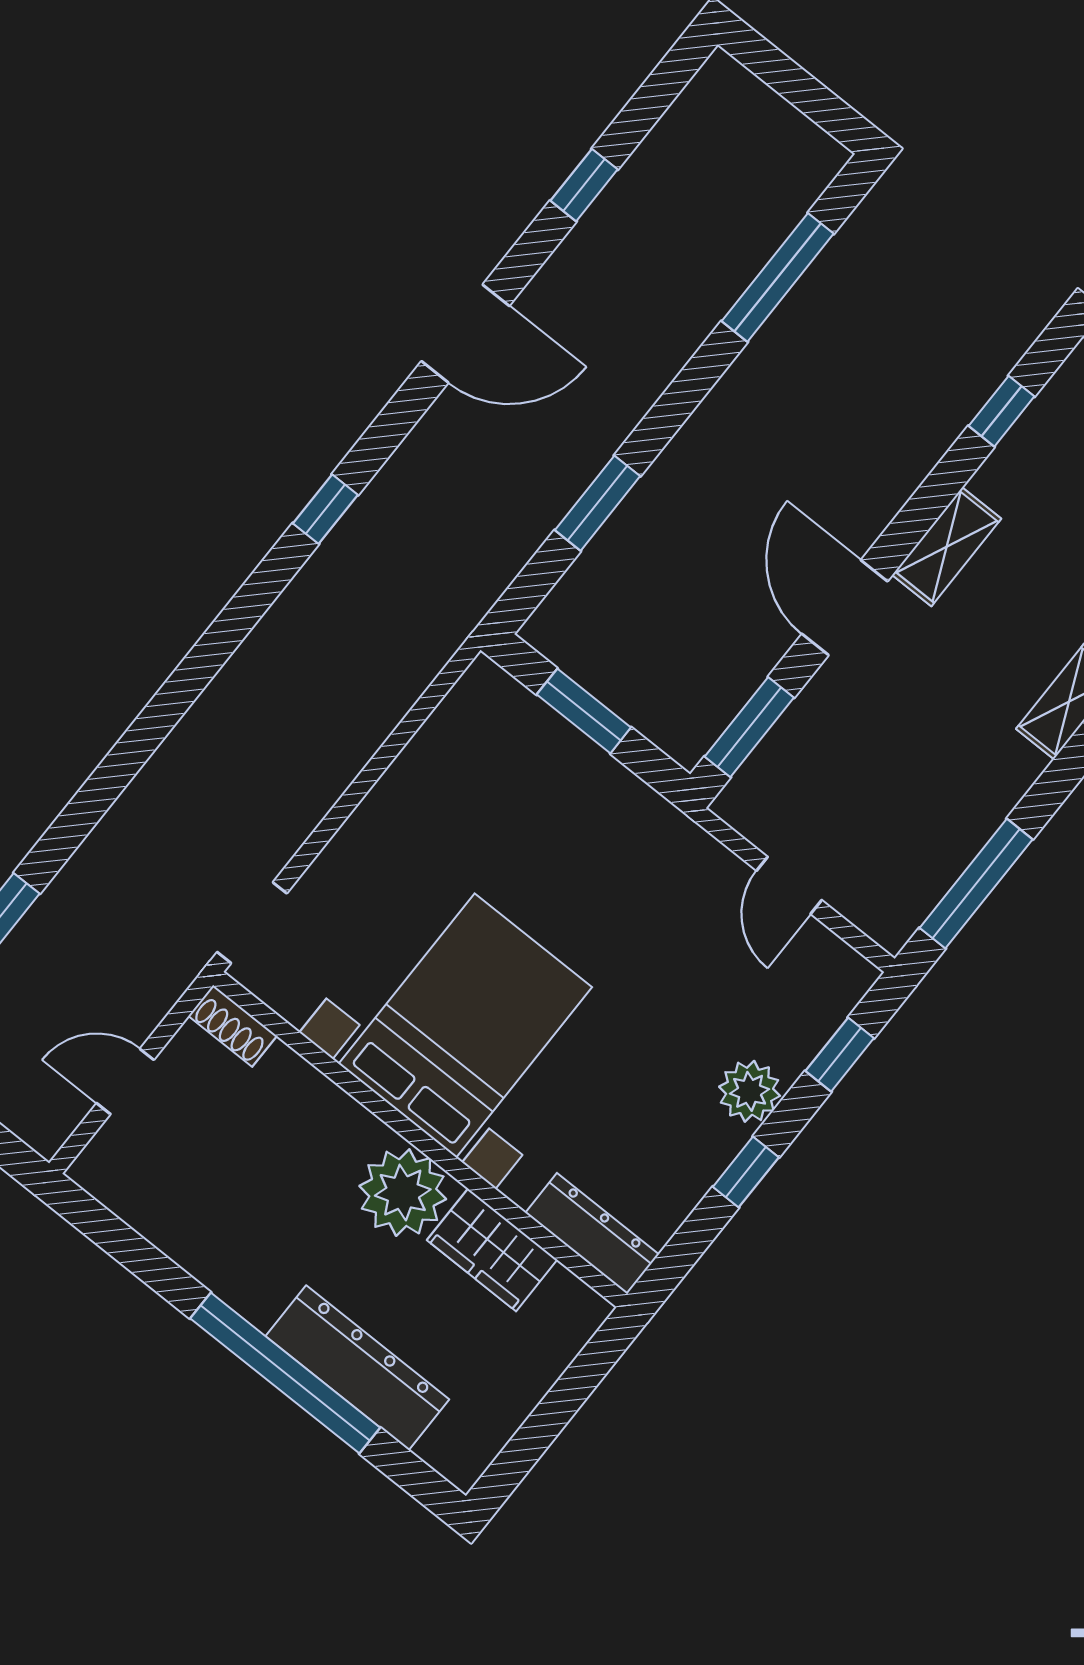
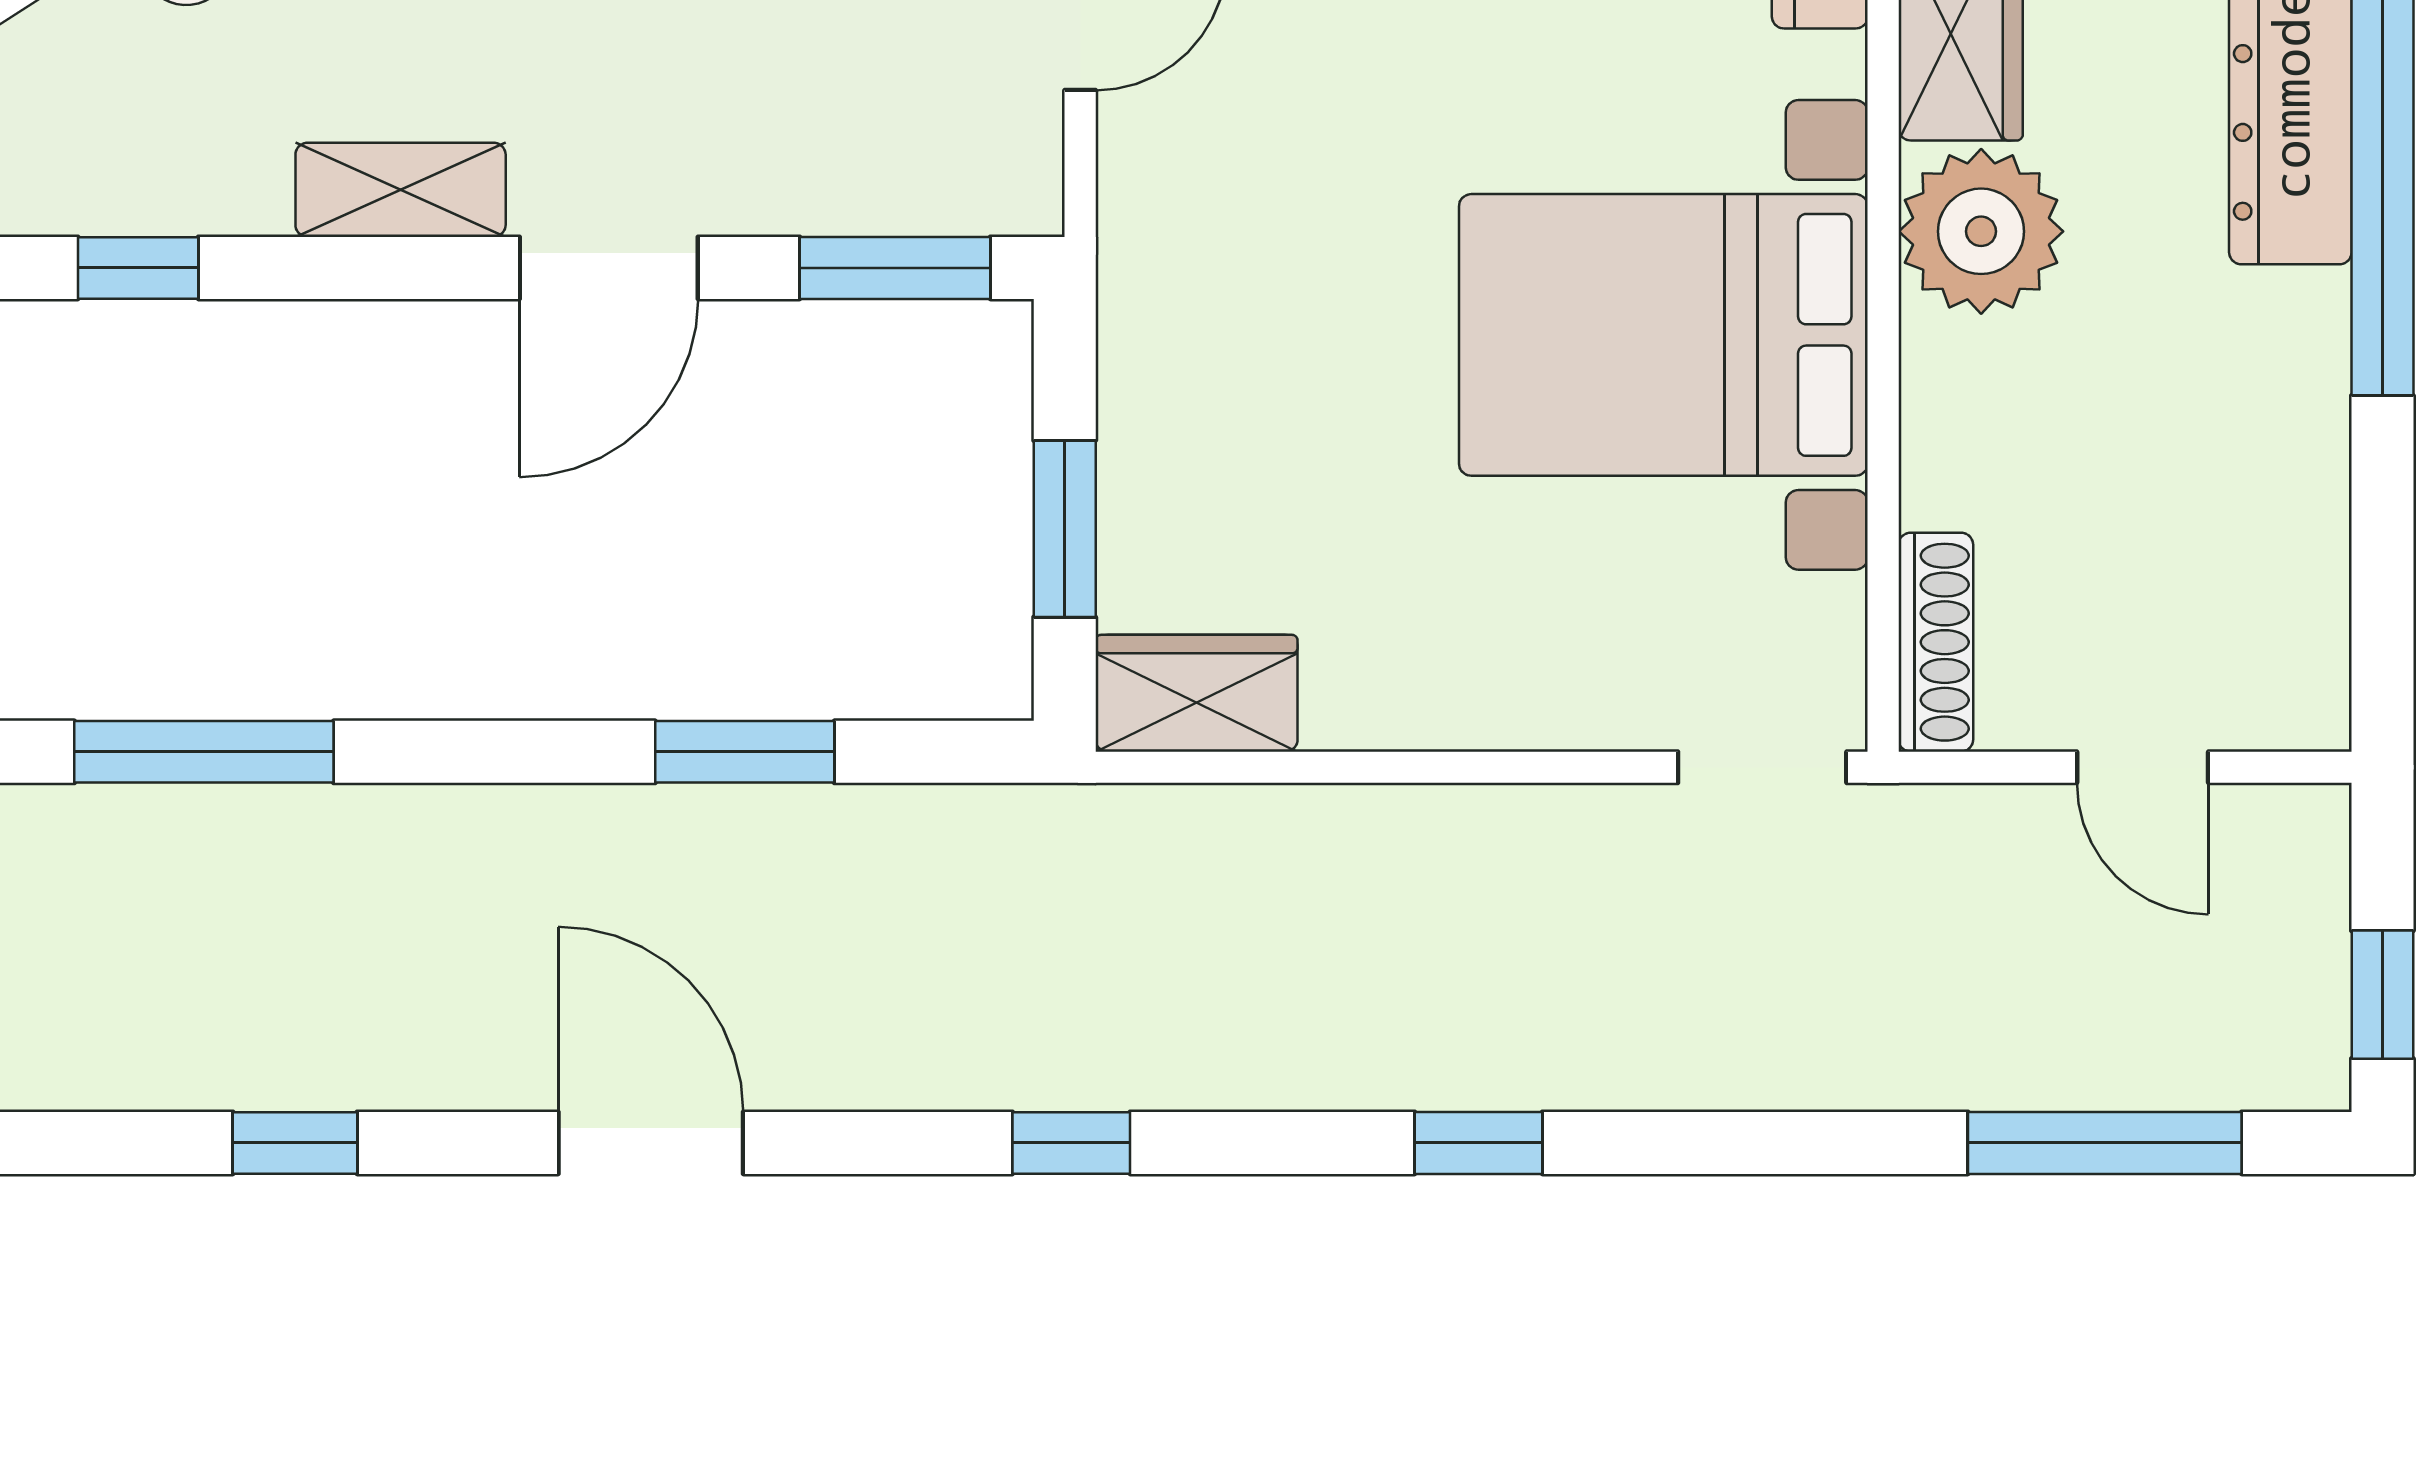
window: (190, 679) -> (1478, 1143), added
wardrobe: (471, 711) -> (1197, 693), added
shoe rack: (233, 1026) -> (1936, 642), width x1.43

